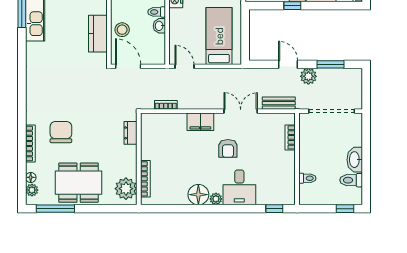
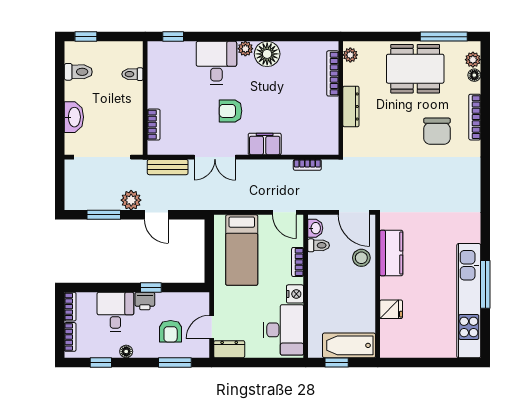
toilet: (157, 12) -> (319, 245), moved
washbasin: (159, 26) -> (315, 228), moved
bookcase: (174, 26) -> (298, 262), added
dresser: (131, 133) -> (351, 106), moved, width x1.44
armchair: (228, 148) -> (231, 111), turned -90
washbasin: (355, 160) -> (74, 117), moved
plant: (126, 189) -> (350, 55), width x0.53, depth x0.53

